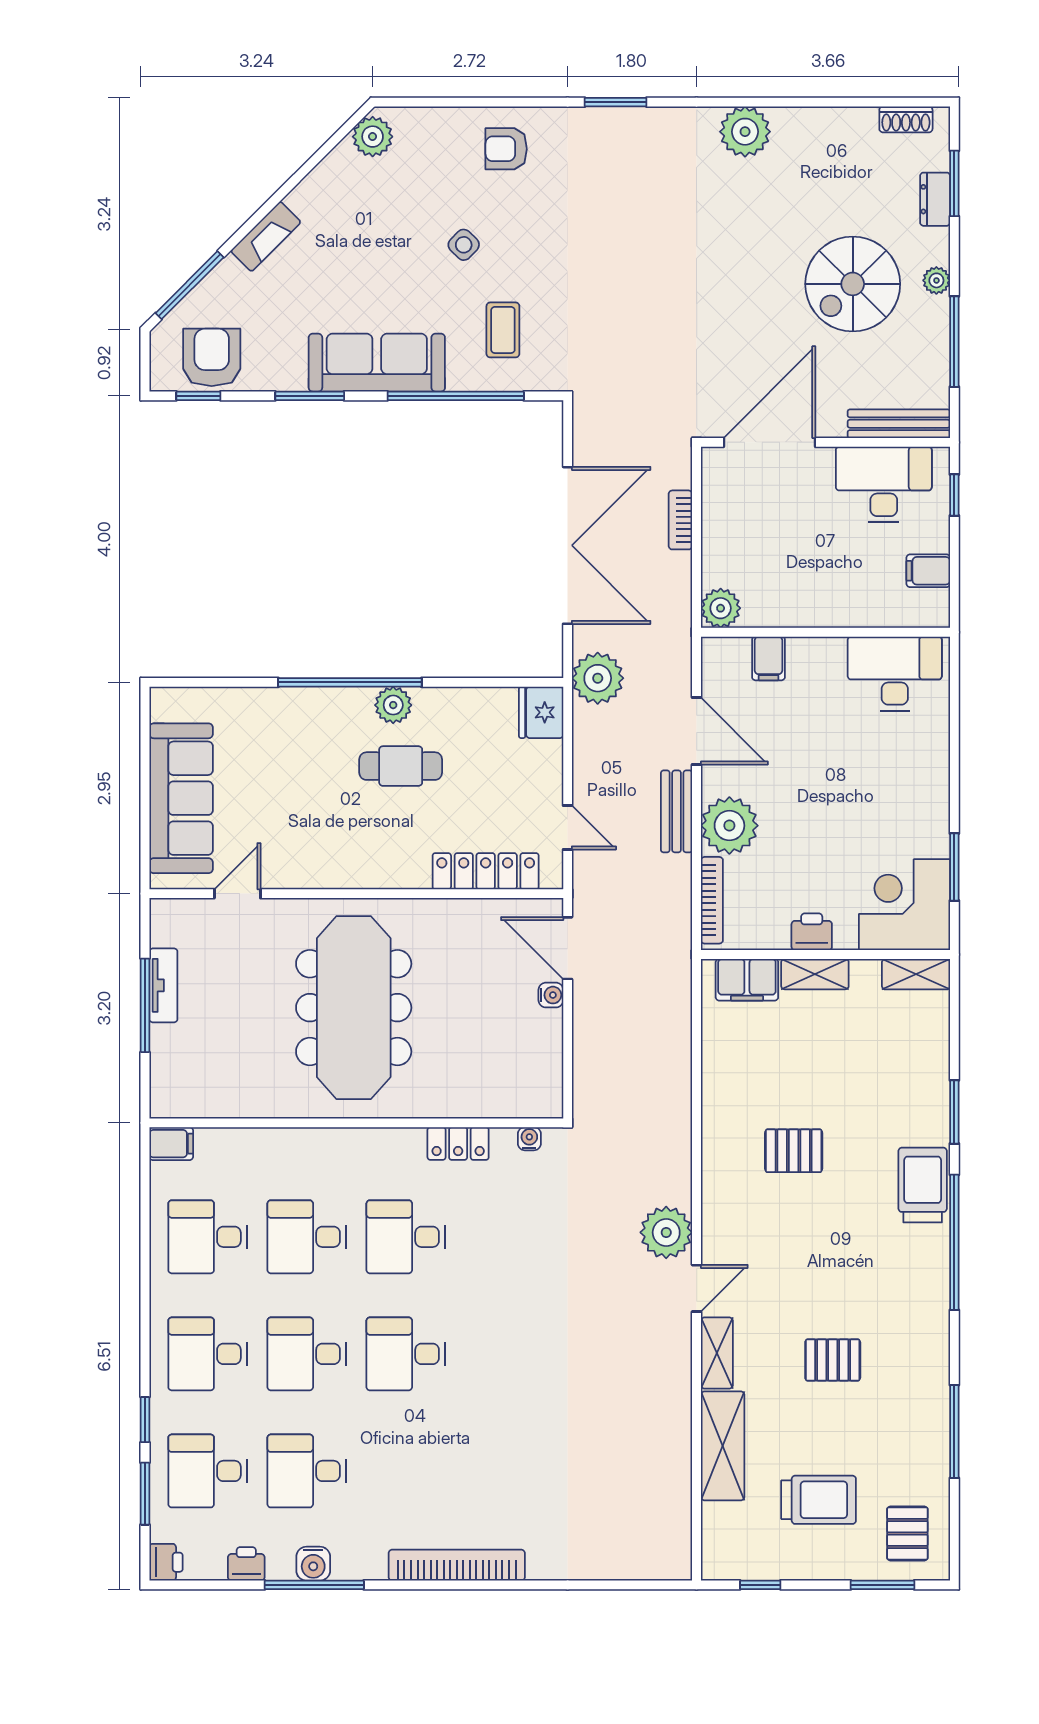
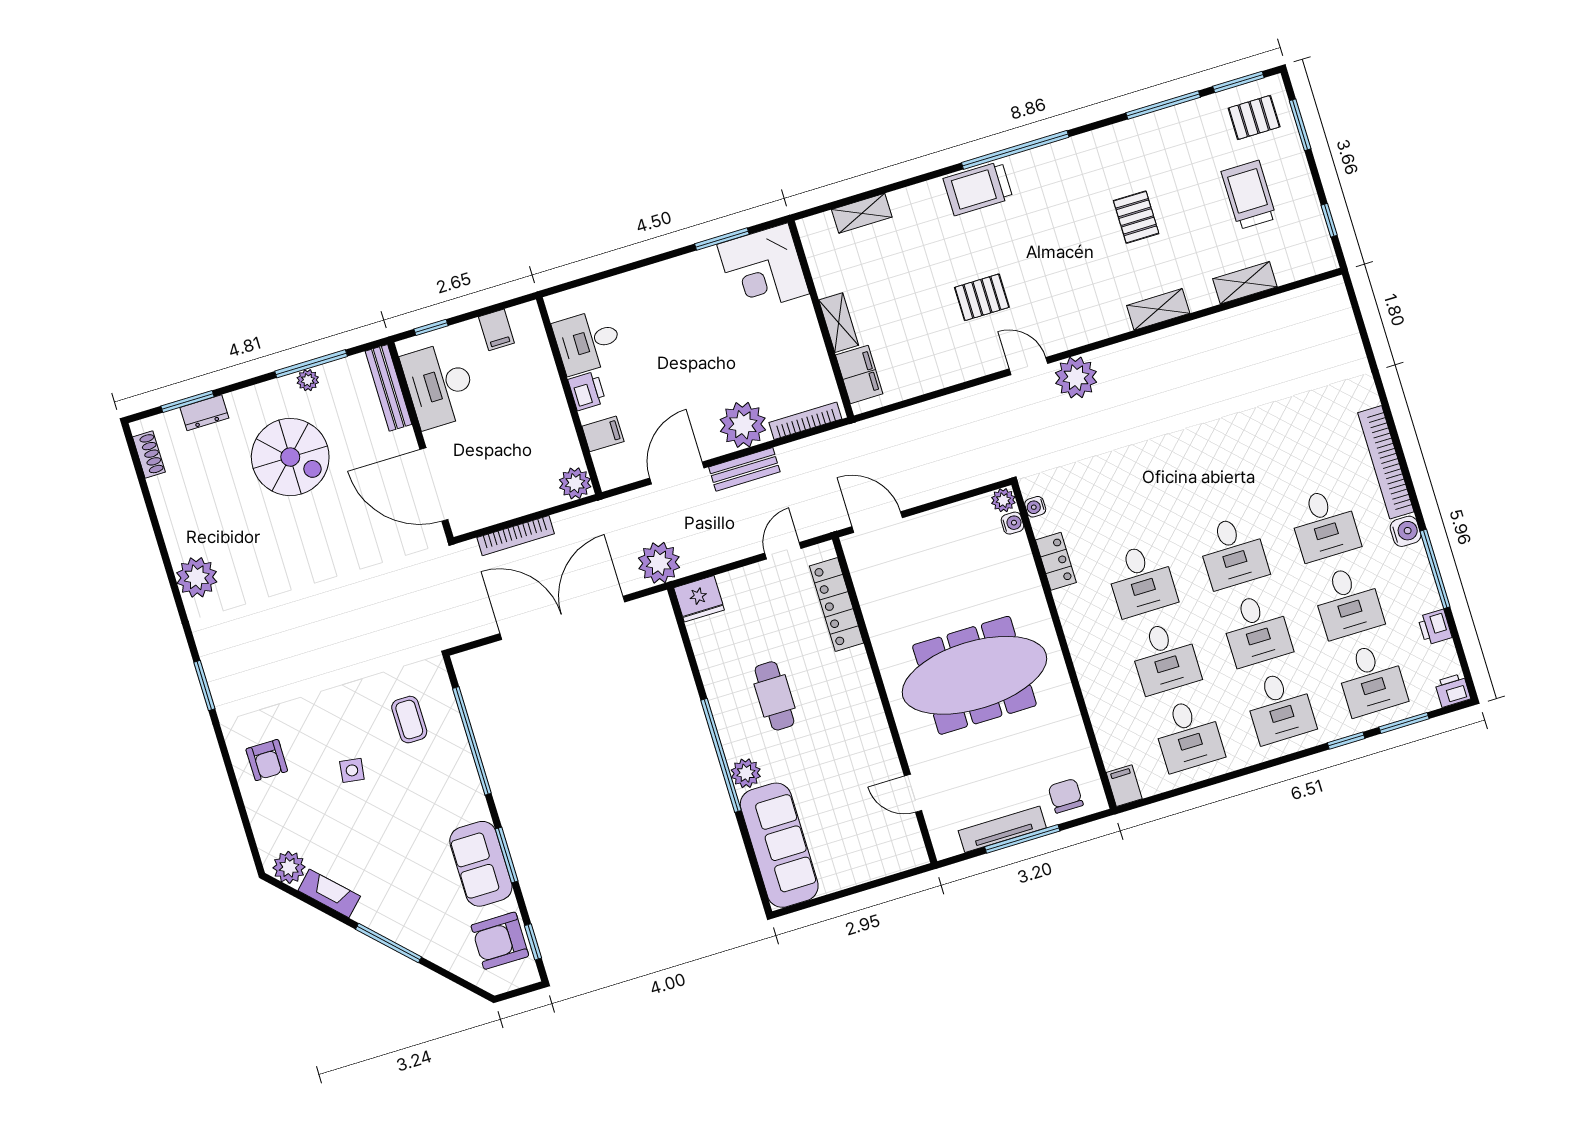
fireplace: (266, 236) -> (329, 893), moved
side table: (464, 245) -> (352, 770), turned -36
plant: (936, 280) -> (308, 380), moved
window: (190, 285) -> (389, 943), moved
coffee table: (503, 330) -> (409, 720), turned 90
sofa: (377, 363) -> (481, 864), moved, width x0.73
bookcase: (680, 520) -> (516, 536), width x1.56
desk: (895, 674) -> (588, 342), width x0.73
plant: (393, 705) -> (746, 773), moved
sofa: (181, 798) -> (779, 845), moved, turned 90
printer: (812, 932) -> (587, 391), moved, turned 180
door: (568, 948) -> (877, 522), swing flipped
shelving: (916, 974) -> (862, 213), moved, turned 90
tv unit: (163, 985) -> (1002, 829), width x1.41
water cooler: (551, 995) -> (1012, 523), moved, turned 90
chair: (180, 1071) -> (1066, 796), added
plant: (548, 1104) -> (1003, 500), added
window: (954, 1112) -> (1238, 82), moved
pallet: (794, 1151) -> (982, 297), turned 90
door: (697, 1288) -> (1028, 366), moved
shelving: (723, 1446) -> (1245, 283), width x0.67, depth x0.75
desk: (406, 1471) -> (1324, 524), added
water cooler: (313, 1564) -> (1406, 531), moved

